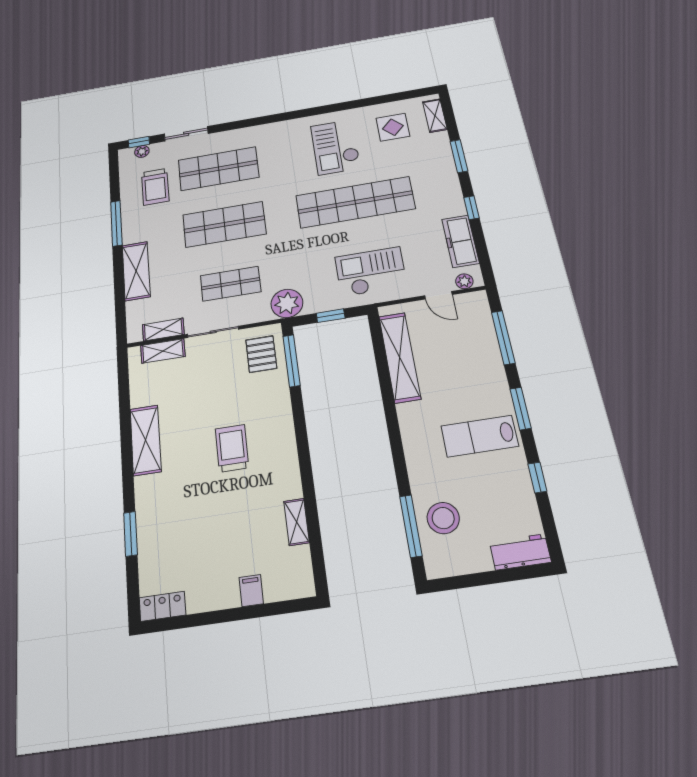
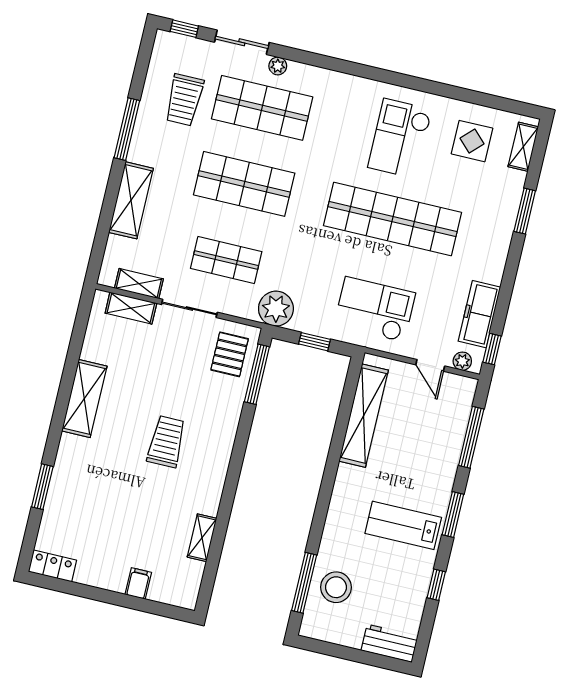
plant: (142, 151) -> (278, 66), moved
window: (472, 208) -> (492, 349), moved

